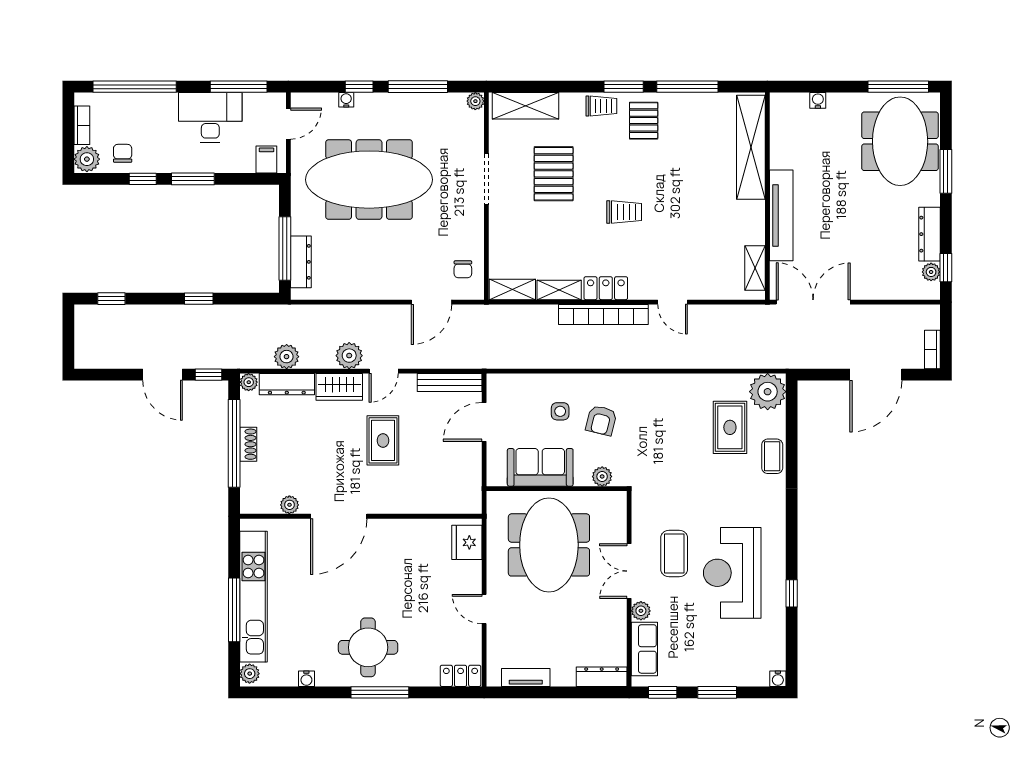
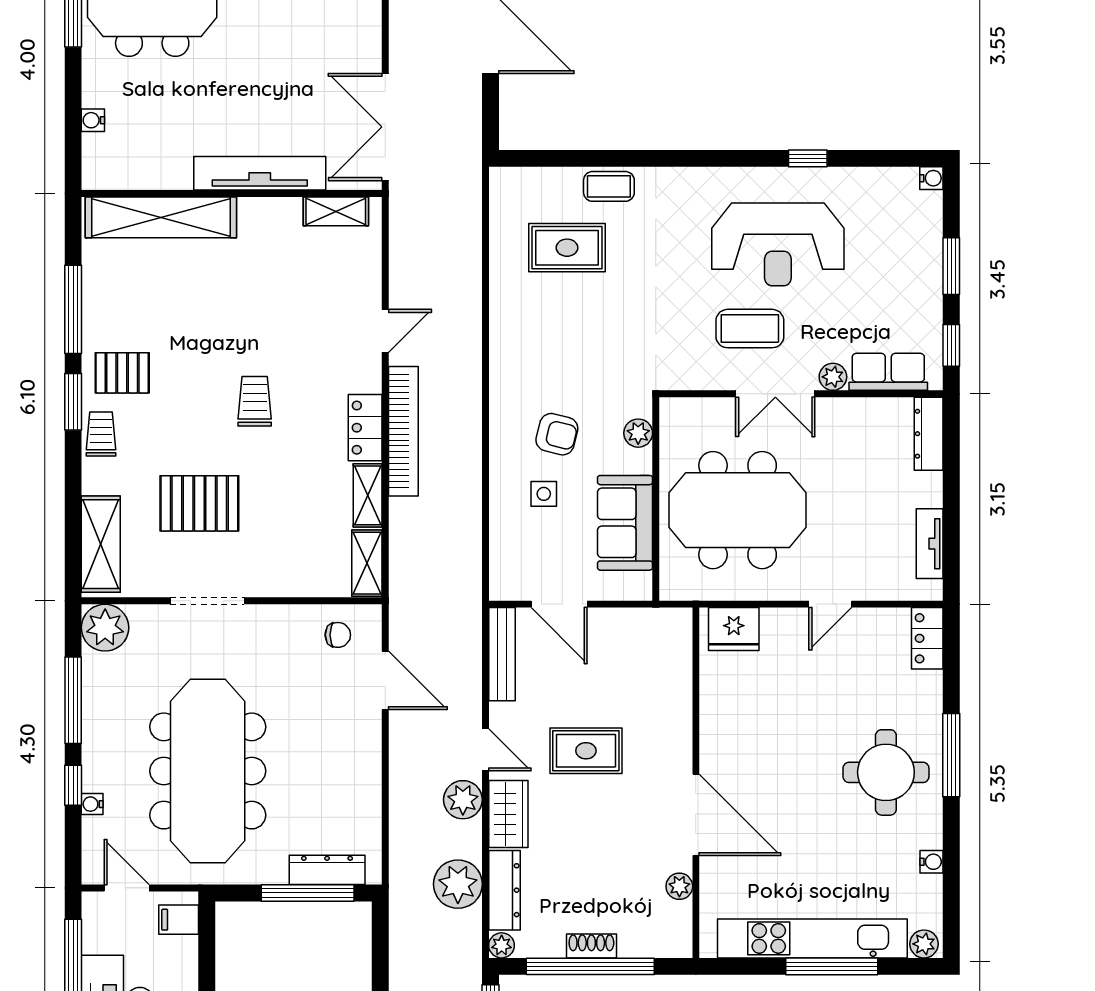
plant: (475, 101) -> (105, 628), width x1.88, depth x1.88
plant: (287, 357) -> (458, 884), width x1.36, depth x1.36
plant: (768, 392) -> (515, 193), removed

